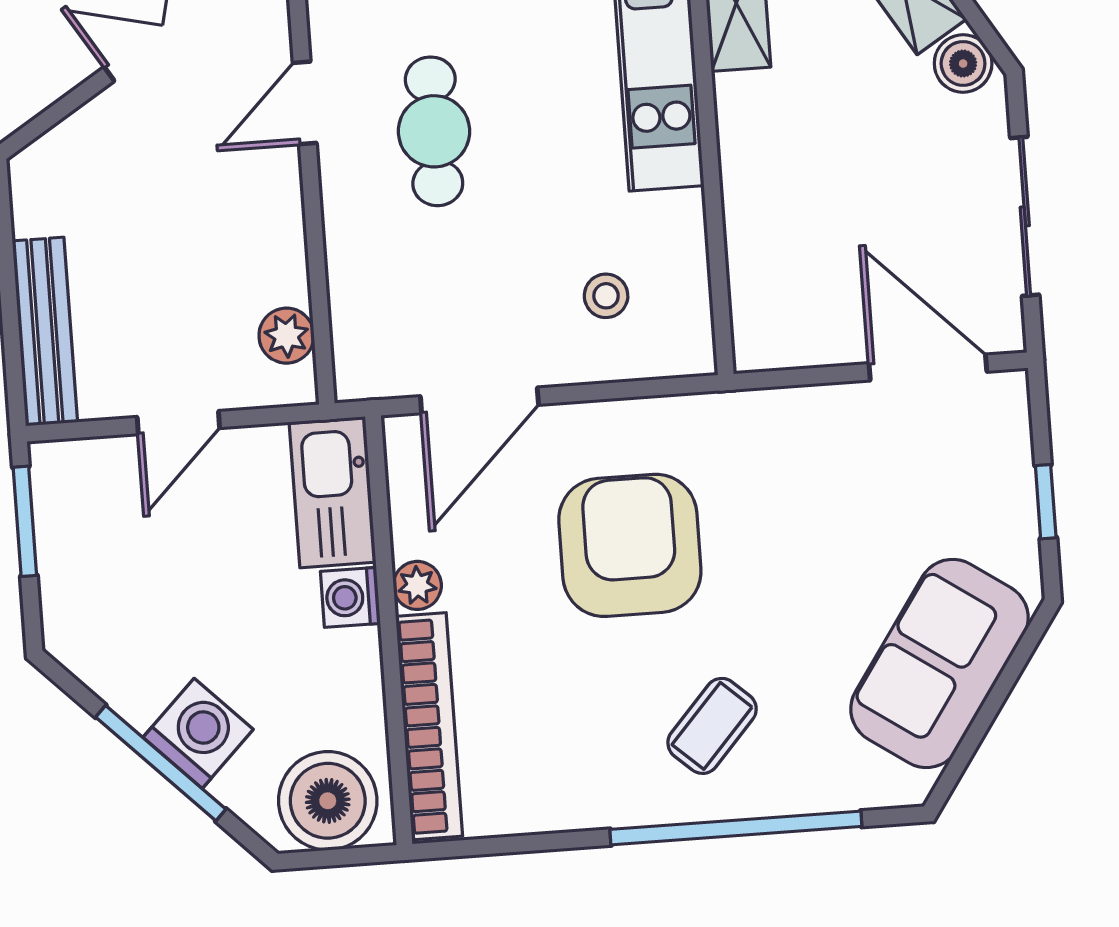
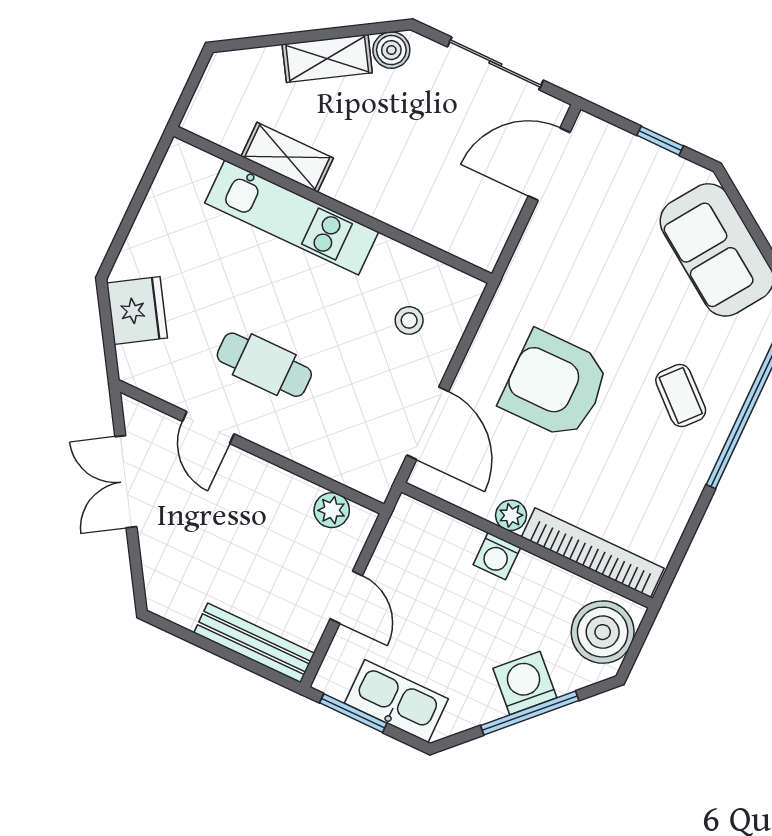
kitchen sink: (333, 493) -> (396, 701), moved, turned 180

